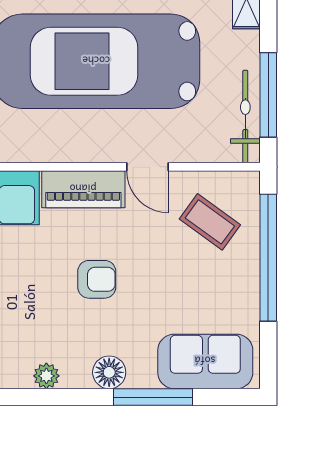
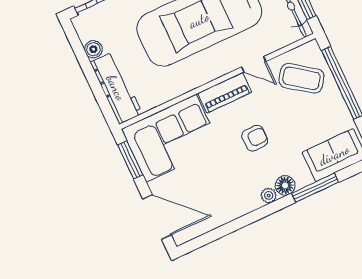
coffee table: (210, 222) -> (301, 78), width x1.36, depth x1.30
plant: (46, 376) -> (269, 195), moved

